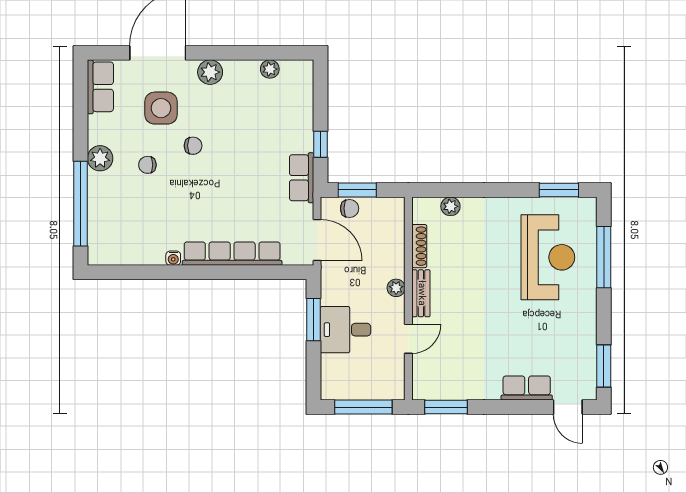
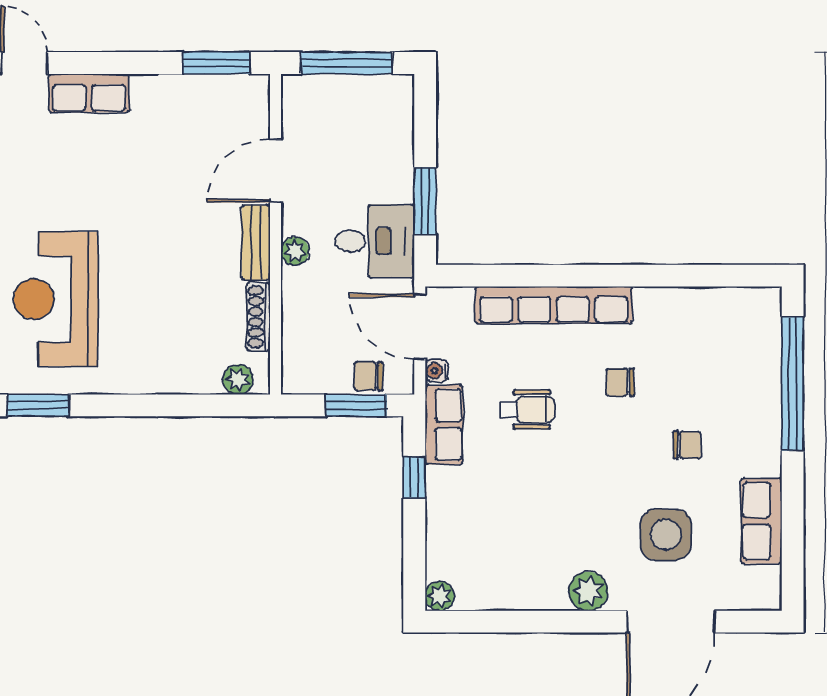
plant: (270, 69) -> (440, 596), moved
row of seats: (100, 87) -> (761, 521), moved
chair: (193, 146) -> (620, 382), moved
plant: (100, 158) -> (762, 455), removed
wheelchair: (249, 187) -> (527, 410), added
plant: (450, 206) -> (238, 380), moved
water cooler: (173, 258) -> (437, 371), moved, turned -90
desk: (346, 330) -> (375, 241), moved
door: (408, 339) -> (276, 171), width x1.38

